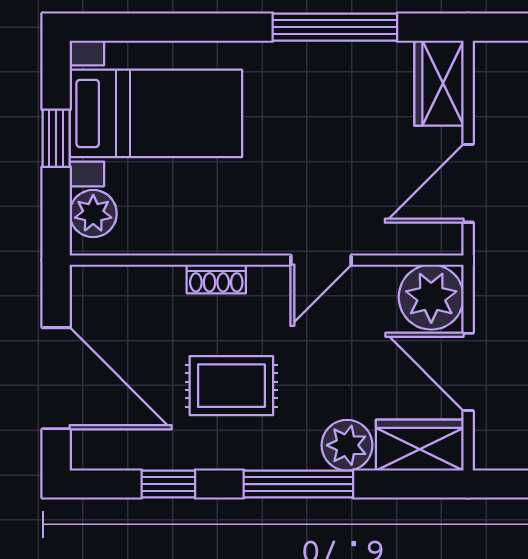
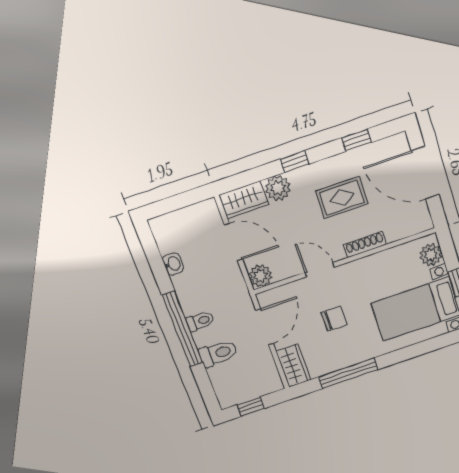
chair: (325, 151) -> (334, 319), added
door: (321, 260) -> (320, 270), hinge flipped
shoe rack: (216, 279) -> (365, 245), width x1.43
plant: (431, 297) -> (260, 276), width x0.73, depth x0.73
window: (298, 484) -> (295, 161), width x0.46

